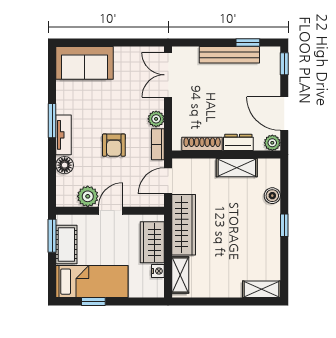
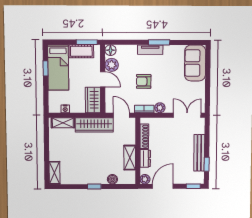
floor lamp: (65, 165) -> (110, 50), moved
wardrobe: (152, 242) -> (93, 100), moved, turned -90

